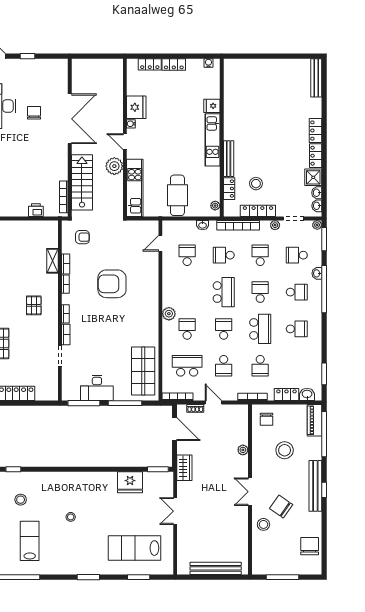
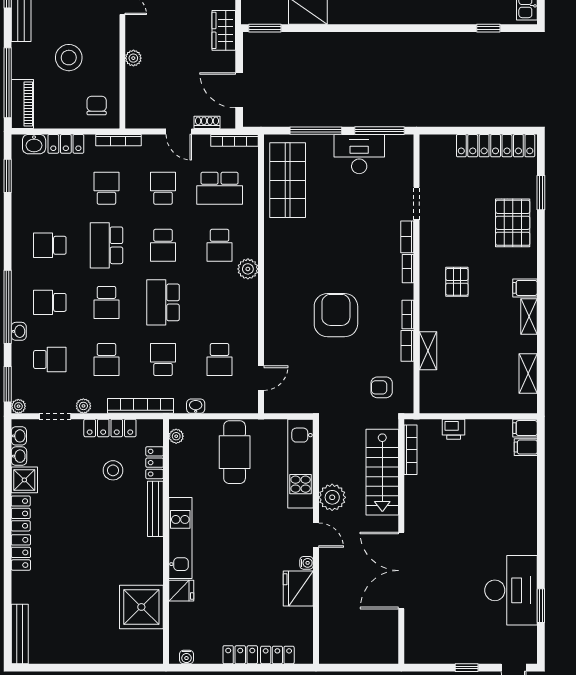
shower: (238, 95) -> (141, 607), added
chair: (34, 113) -> (457, 580), removed
school desk: (224, 255) -> (163, 359), turned -90
armchair: (112, 284) -> (336, 315), turned -90

